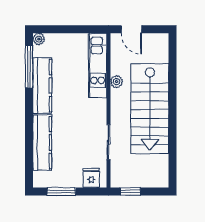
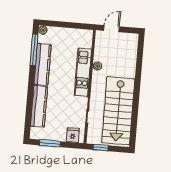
door: (131, 29) -> (112, 29), swing flipped
kitchen unit: (98, 66) -> (83, 72), moved
stairs: (150, 109) -> (118, 111), moved

